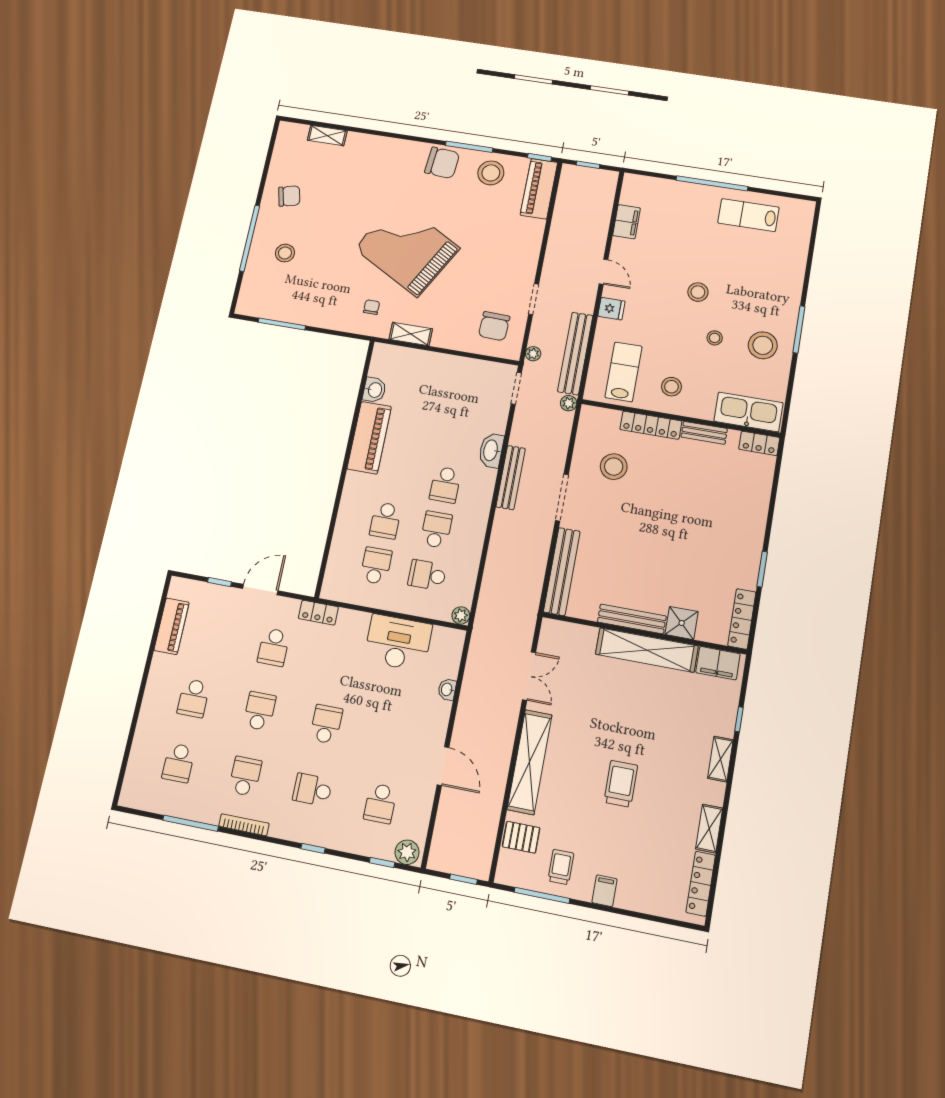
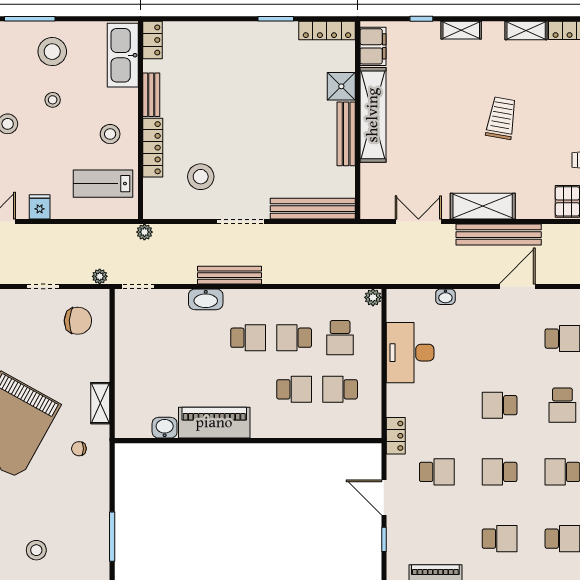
bench: (575, 353) -> (499, 235), moved
shelving: (530, 762) -> (483, 206), width x0.68
trolley: (621, 784) -> (501, 118), turned 100

